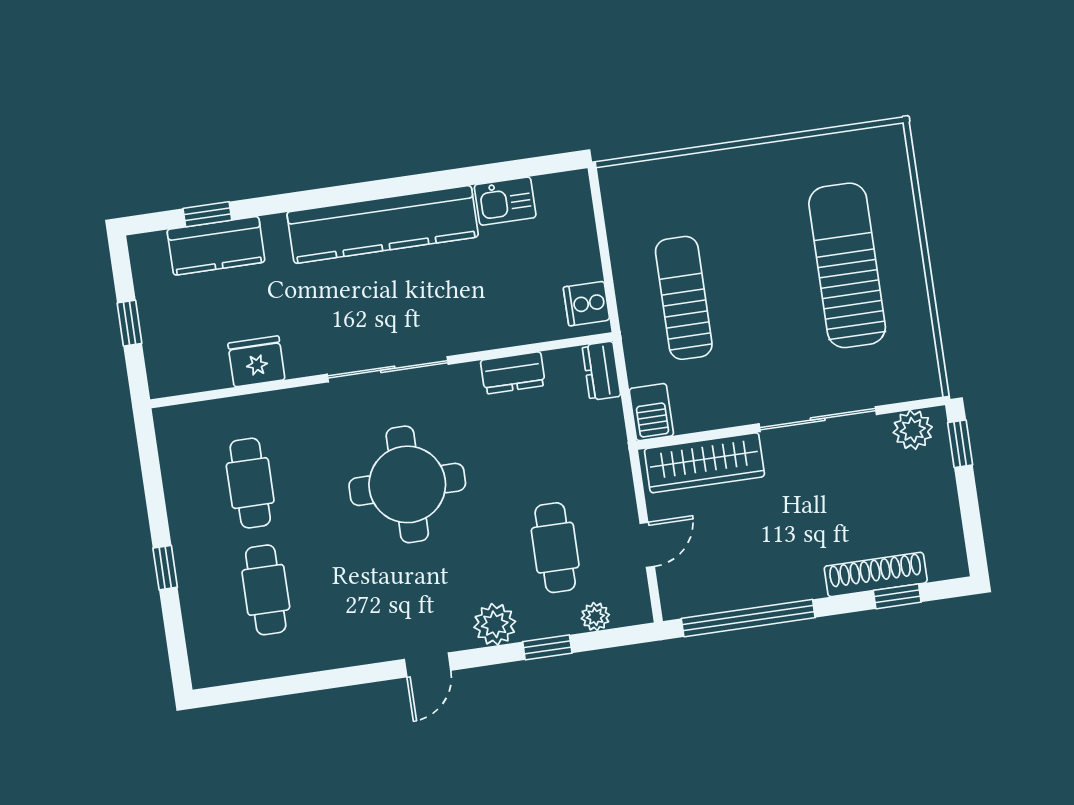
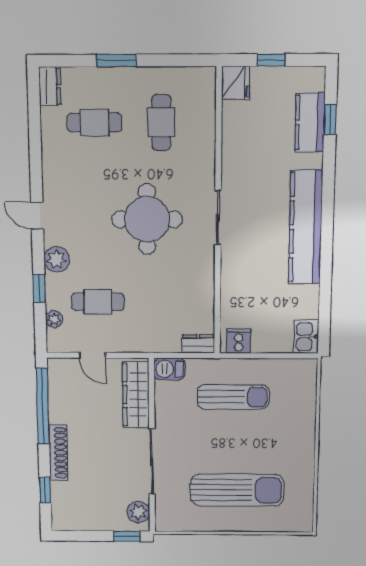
kitchen sink: (505, 201) -> (306, 337), moved
fridge: (256, 361) -> (236, 83), moved
sliding door: (388, 369) -> (218, 218), width x0.73
dresser: (513, 373) -> (50, 86), moved, turned 180
cafe table: (250, 483) -> (161, 122), turned 90
window: (165, 568) -> (116, 61), width x1.50
shoe rack: (876, 574) -> (58, 453), moved

